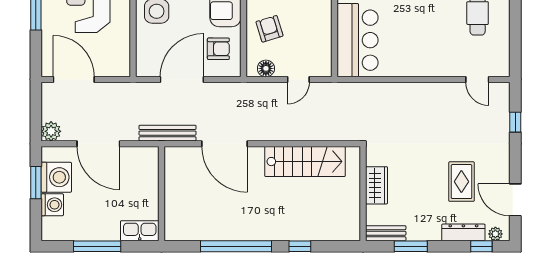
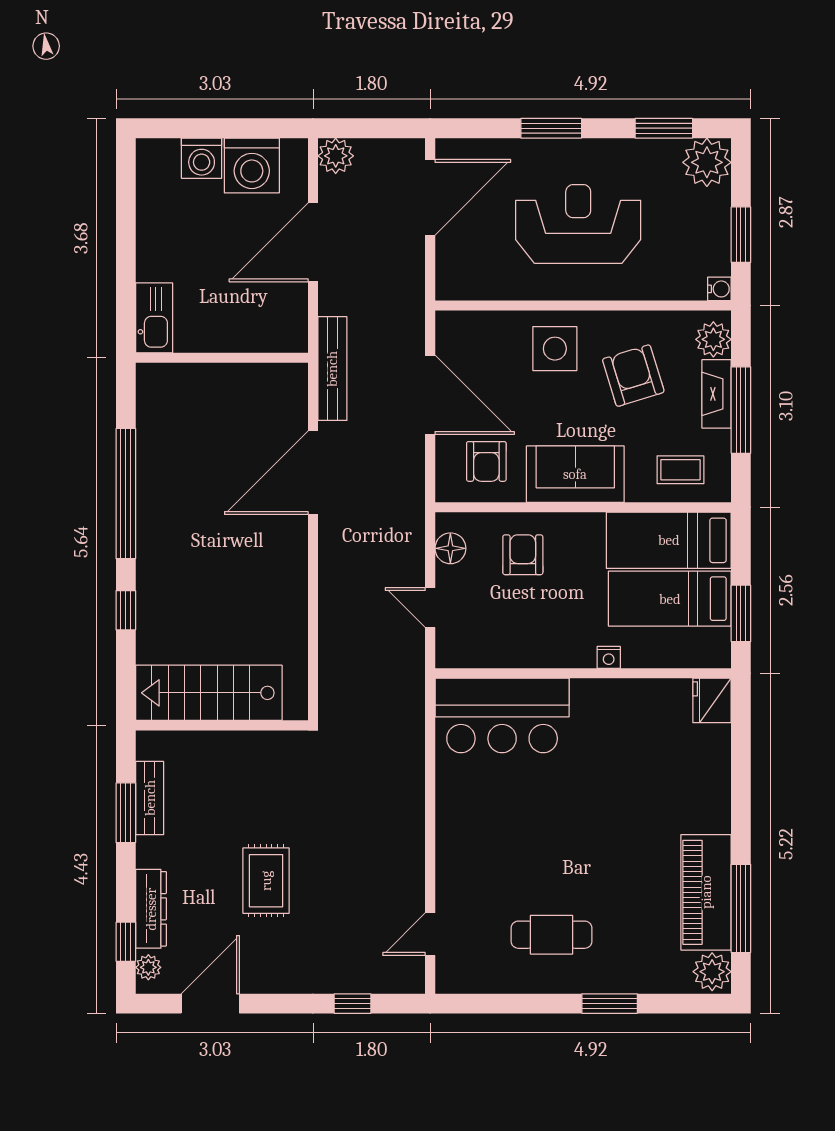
armchair: (270, 29) -> (523, 555), turned -73
stairs: (305, 162) -> (209, 693), moved, turned 90
rug: (461, 182) -> (266, 881), moved, turned 90
window: (36, 183) -> (242, 128), removed
wardrobe: (376, 185) -> (237, 750), removed
bench: (386, 233) -> (150, 798), moved
window: (97, 246) -> (126, 240), removed

